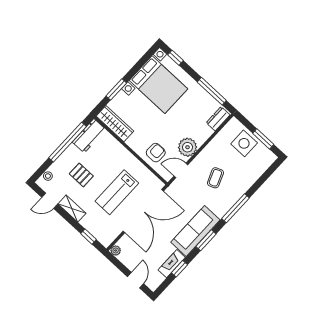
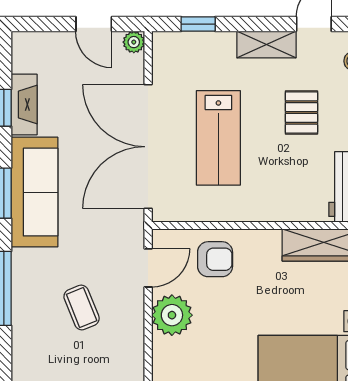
armchair: (156, 153) -> (215, 259), turned -90
pallet: (81, 175) -> (301, 112), turned 90
lab bench: (117, 192) -> (218, 138), turned 180
door: (136, 280) -> (94, 24), moved

